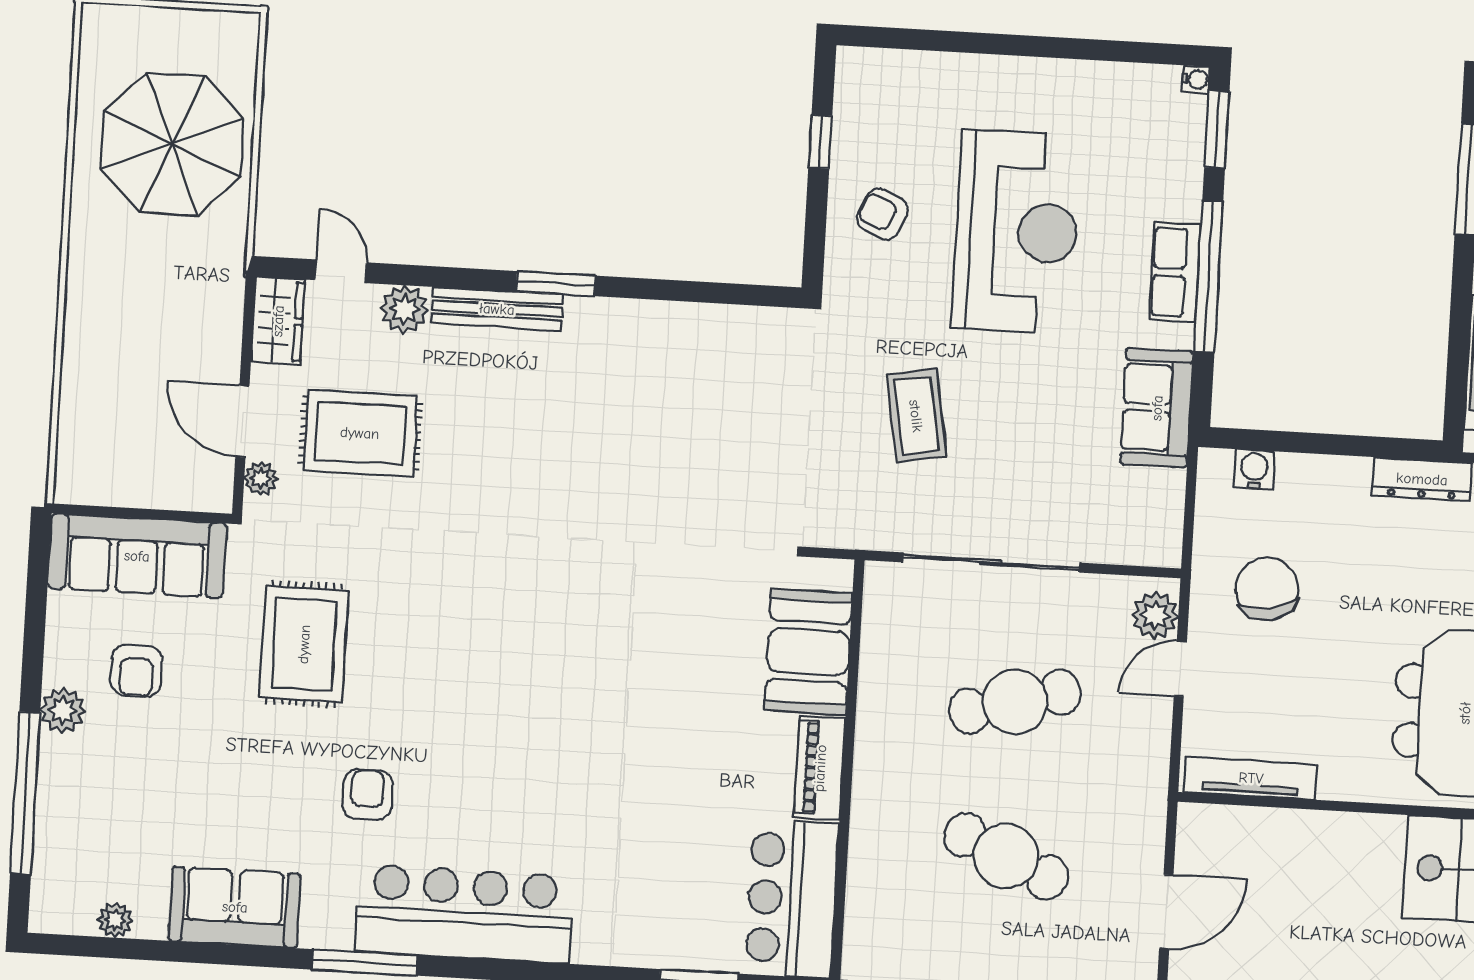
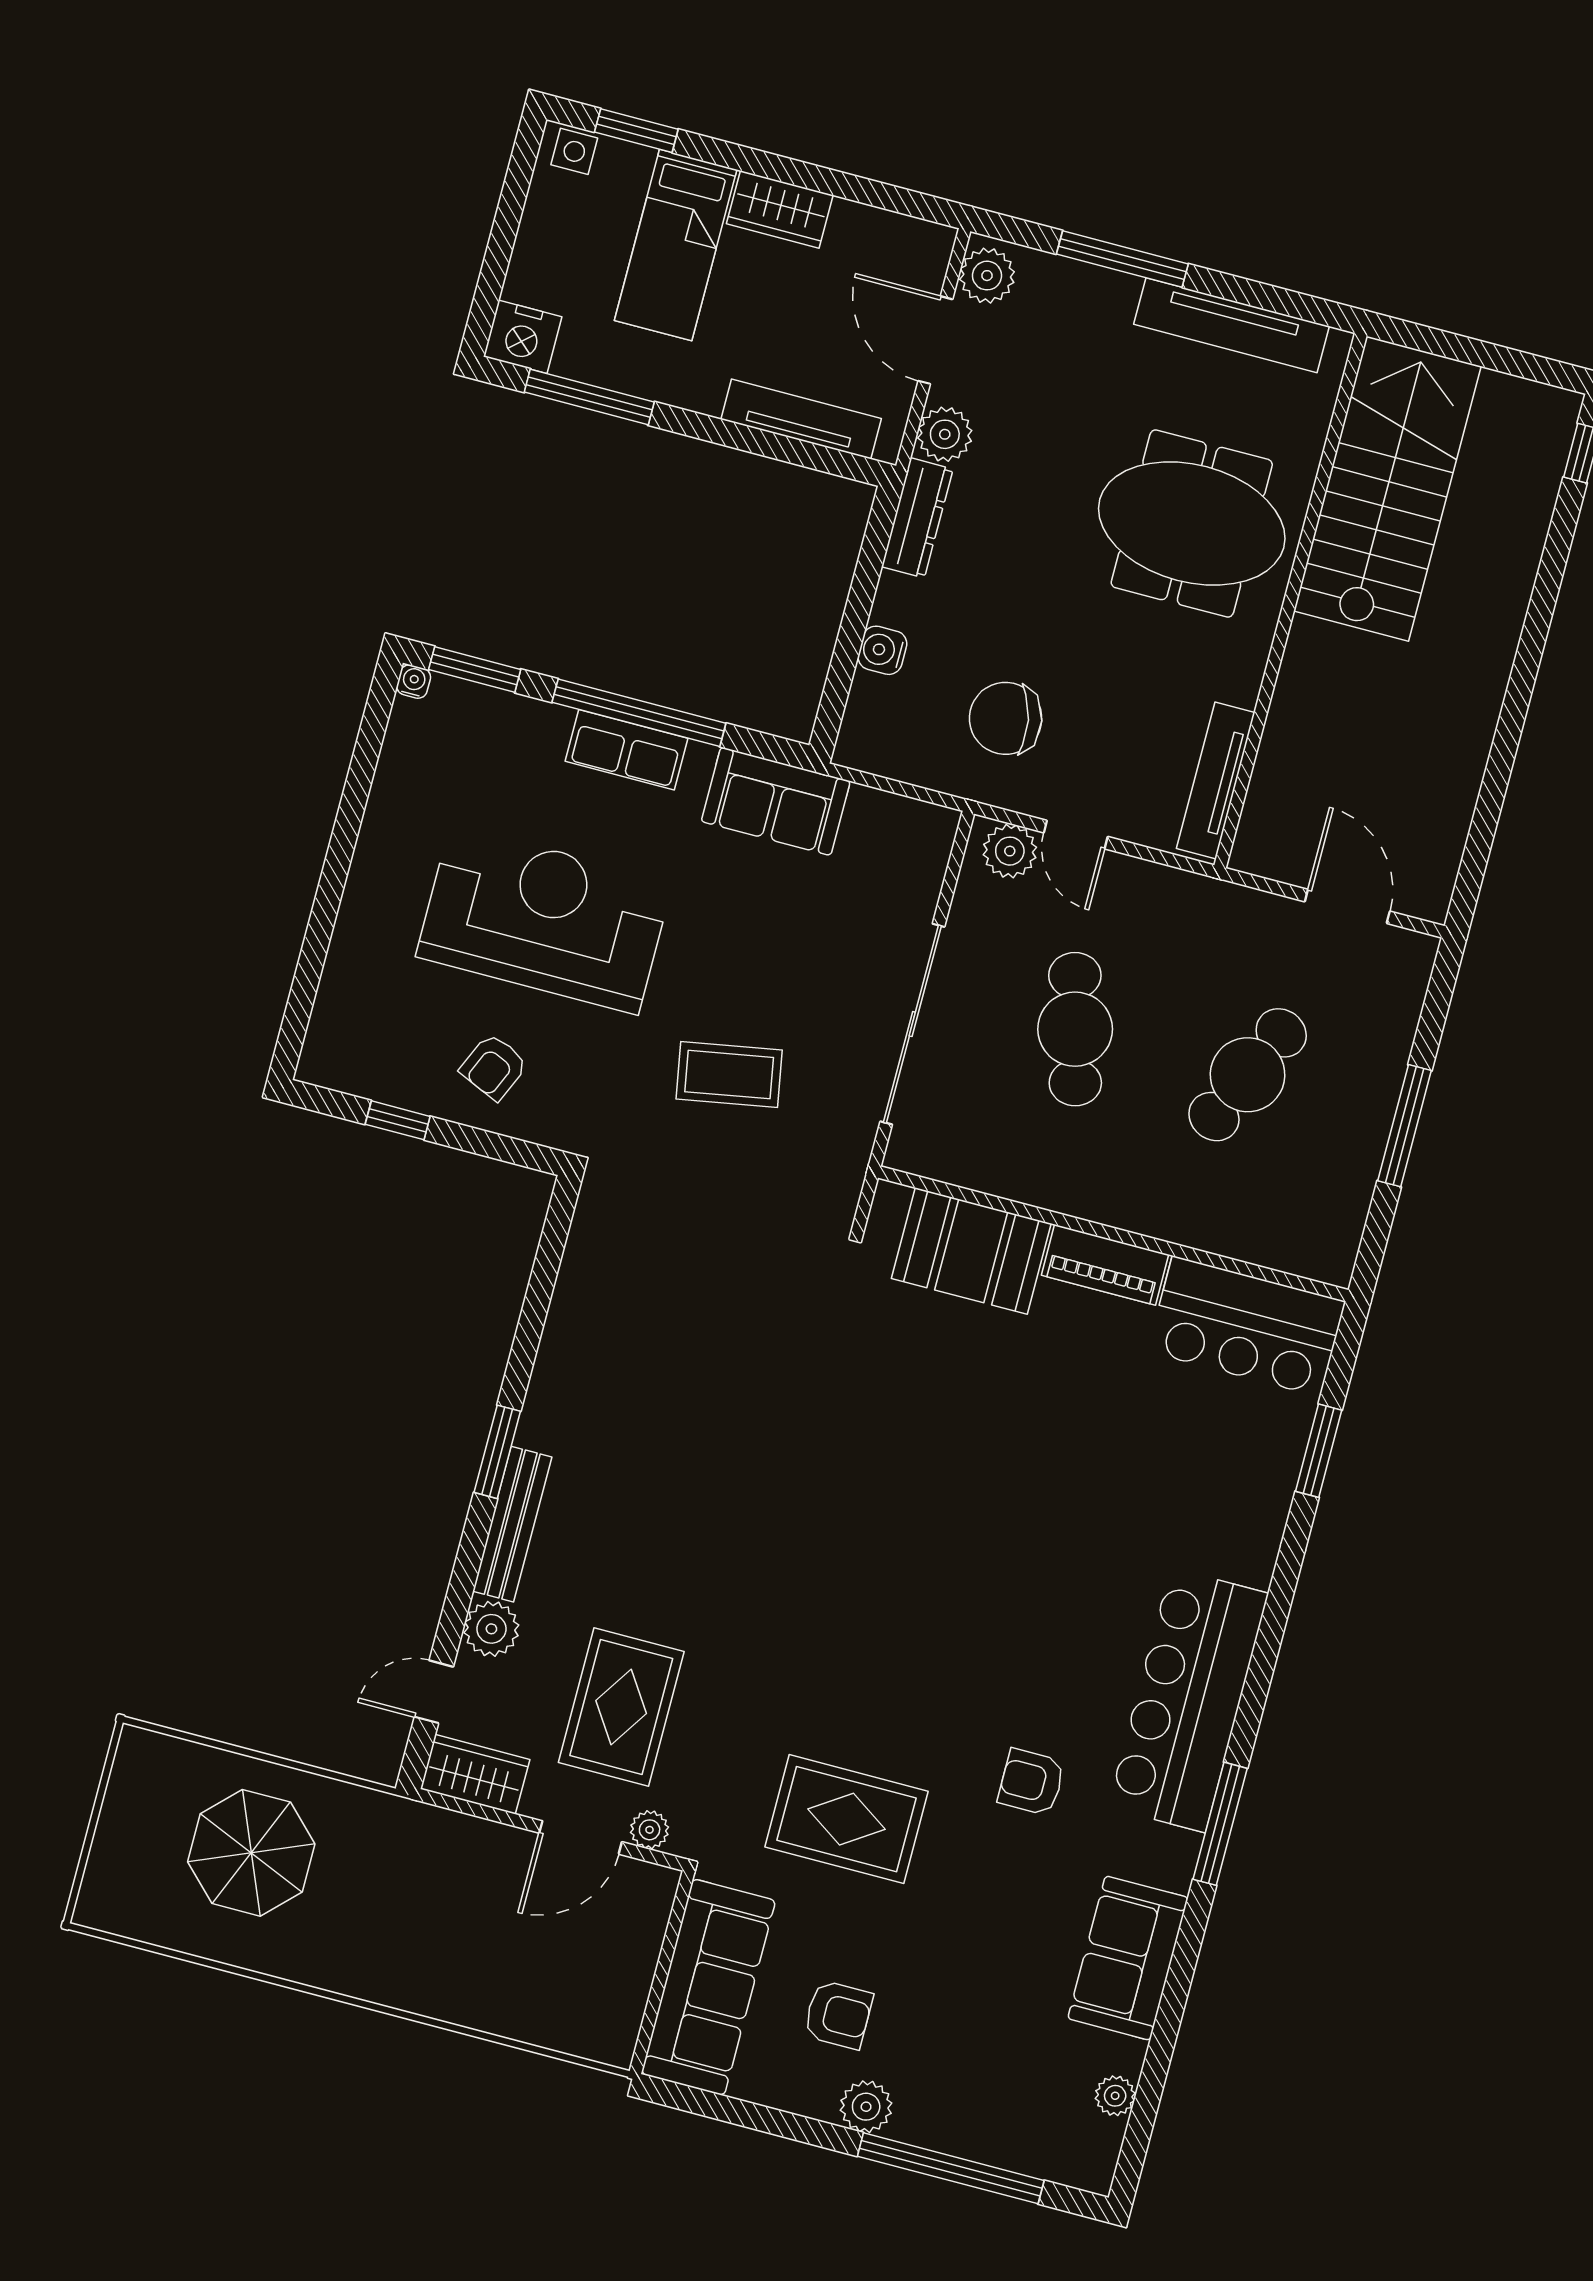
parasol: (172, 144) -> (251, 1853), width x0.73, depth x0.73
water cooler: (1254, 470) -> (882, 650), moved

